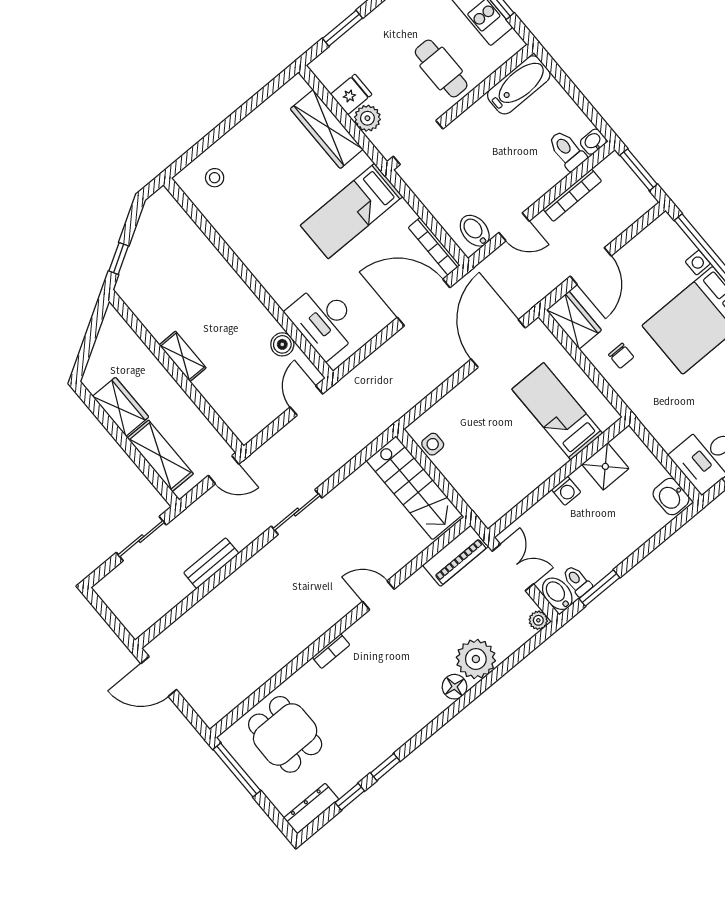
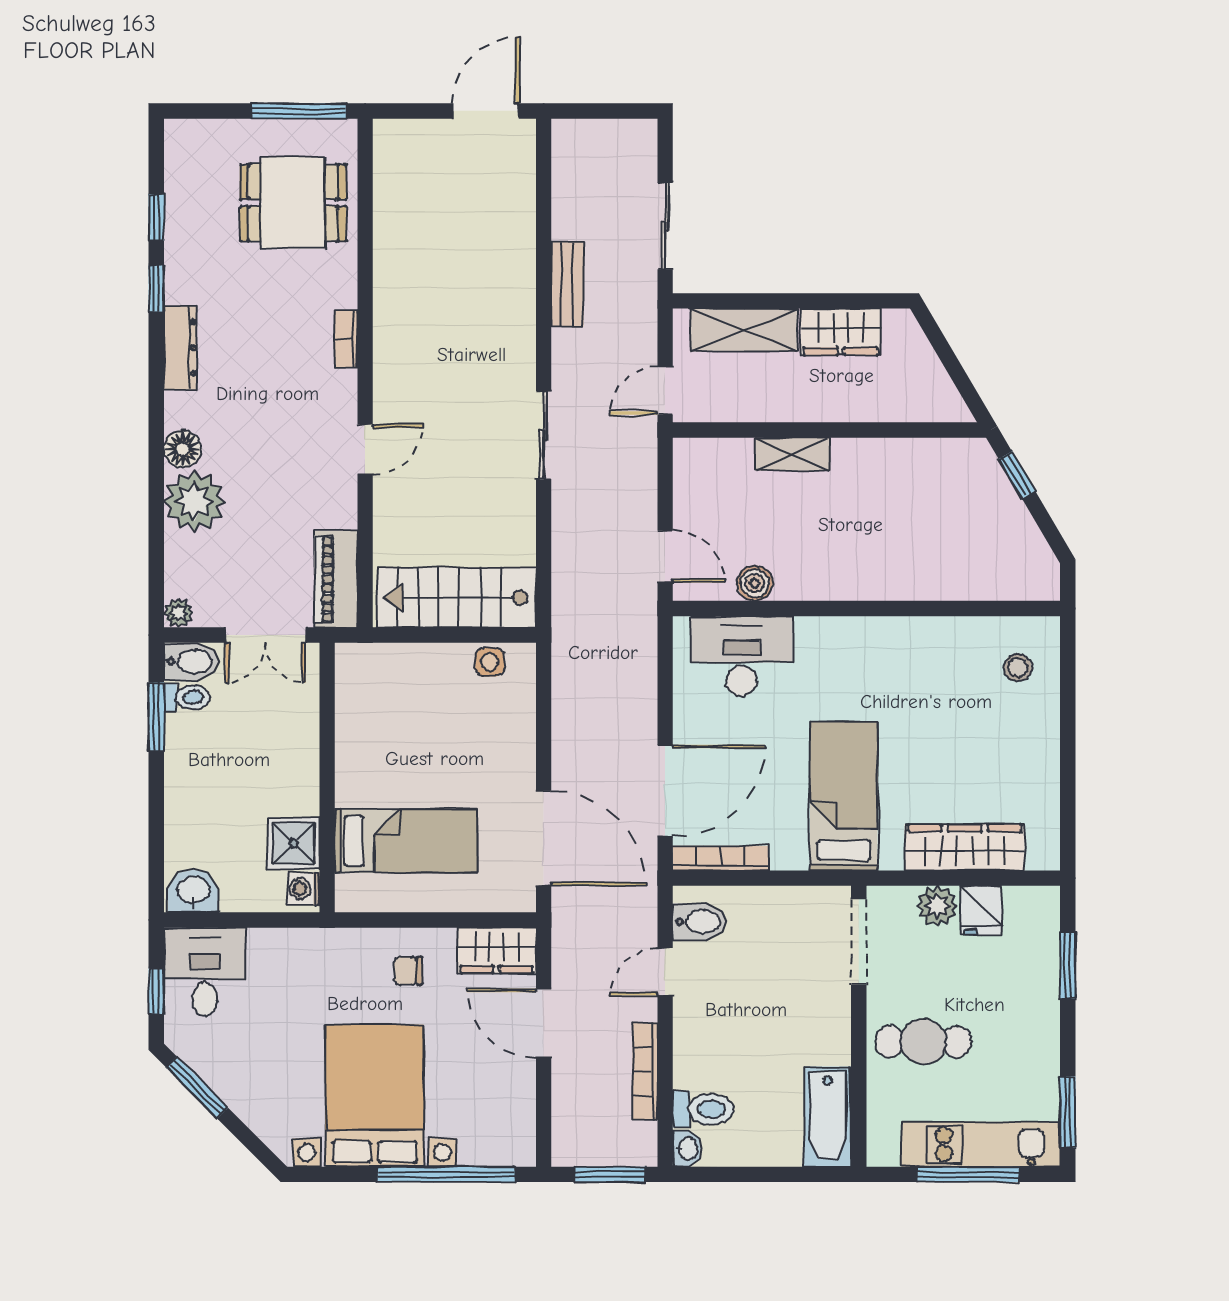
shelving: (183, 356) -> (792, 454), moved
washing machine: (566, 491) -> (303, 889), moved
dresser: (311, 809) -> (180, 348), moved

